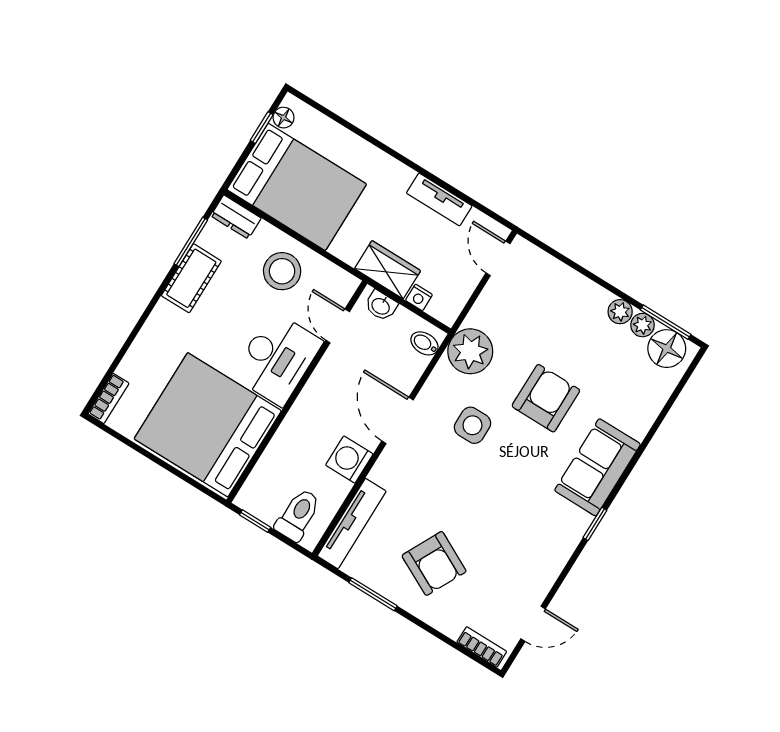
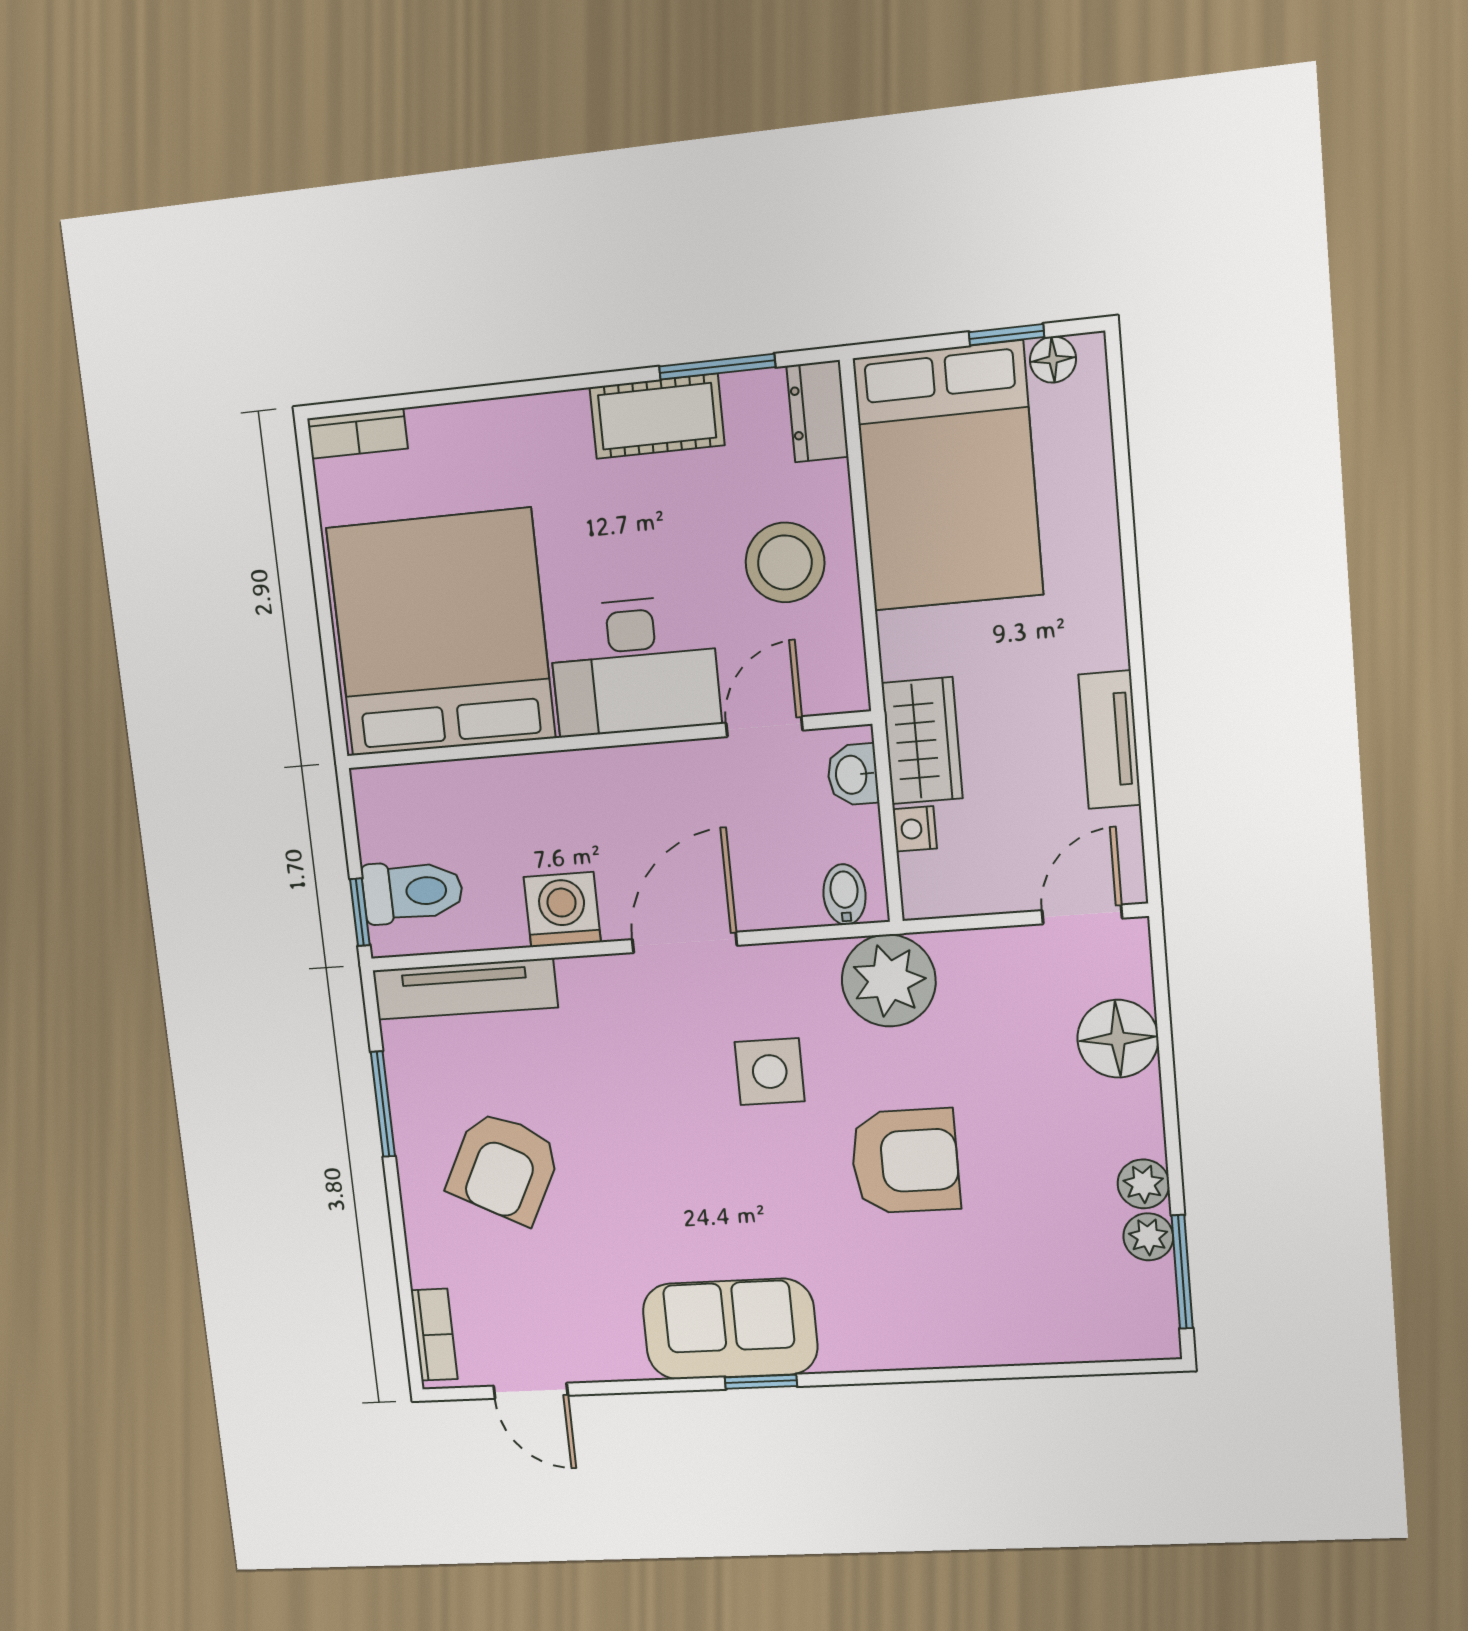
floor lamp: (667, 349) -> (1118, 1039), moved
sofa: (598, 467) -> (730, 1329), moved
window: (255, 521) -> (360, 912), moved

